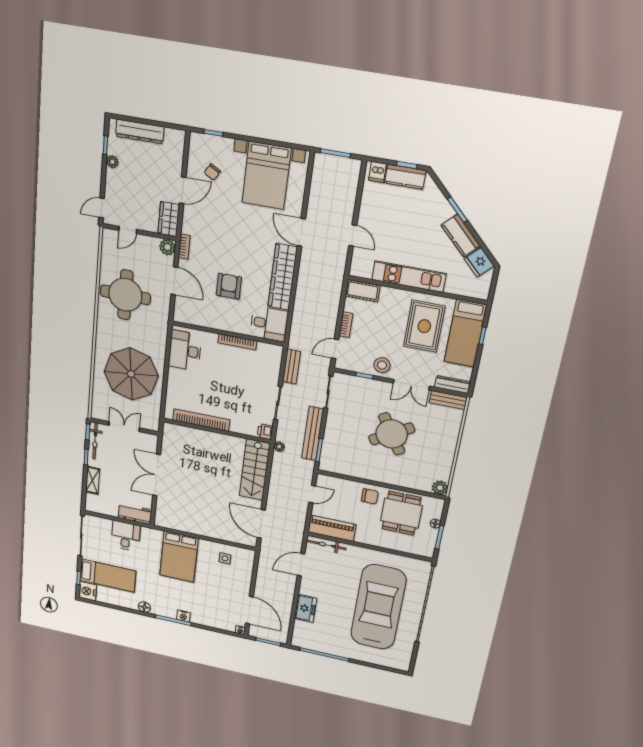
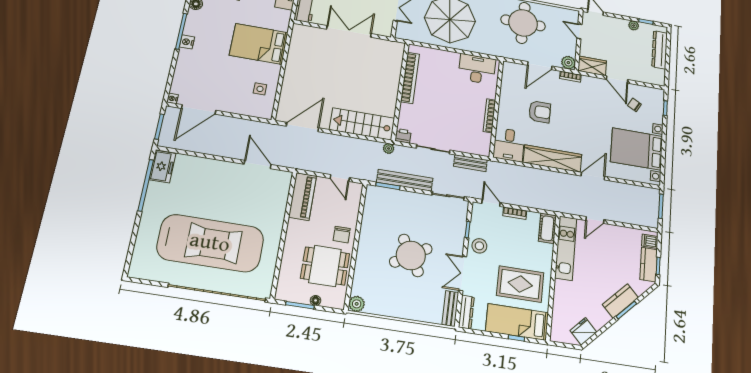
kitchen counter: (461, 235) -> (620, 301), moved
kitchen unit: (409, 277) -> (566, 248), moved
bicycle: (326, 545) -> (283, 190), removed
freezer: (306, 608) -> (162, 167), moved, turned -90

